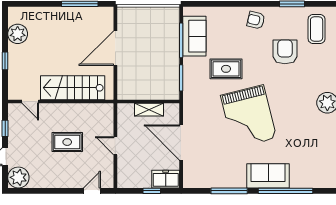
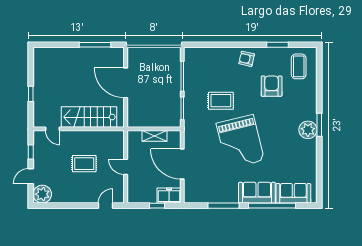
plant: (18, 34) -> (42, 71), removed
sofa: (194, 36) -> (293, 193), moved, turned -90
door: (115, 48) -> (126, 83), hinge flipped

